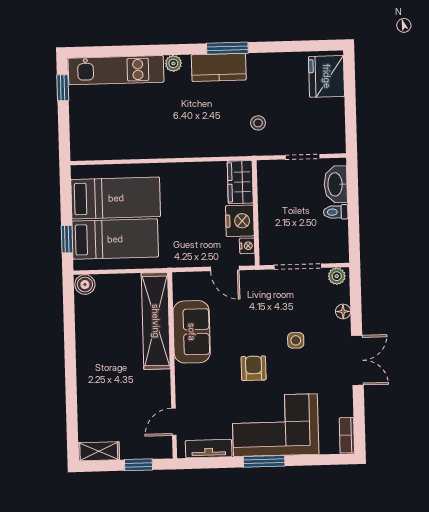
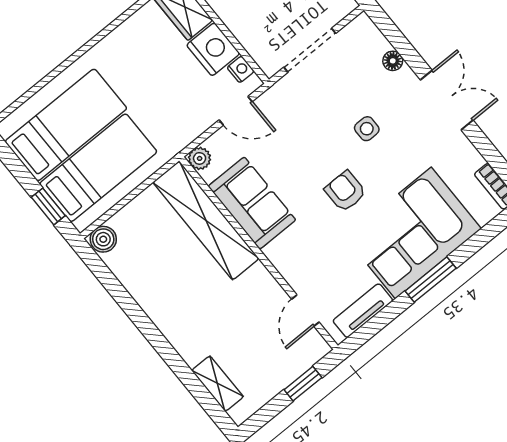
plant: (337, 276) -> (200, 158), moved
shelving: (99, 451) -> (218, 384), moved, turned 90

